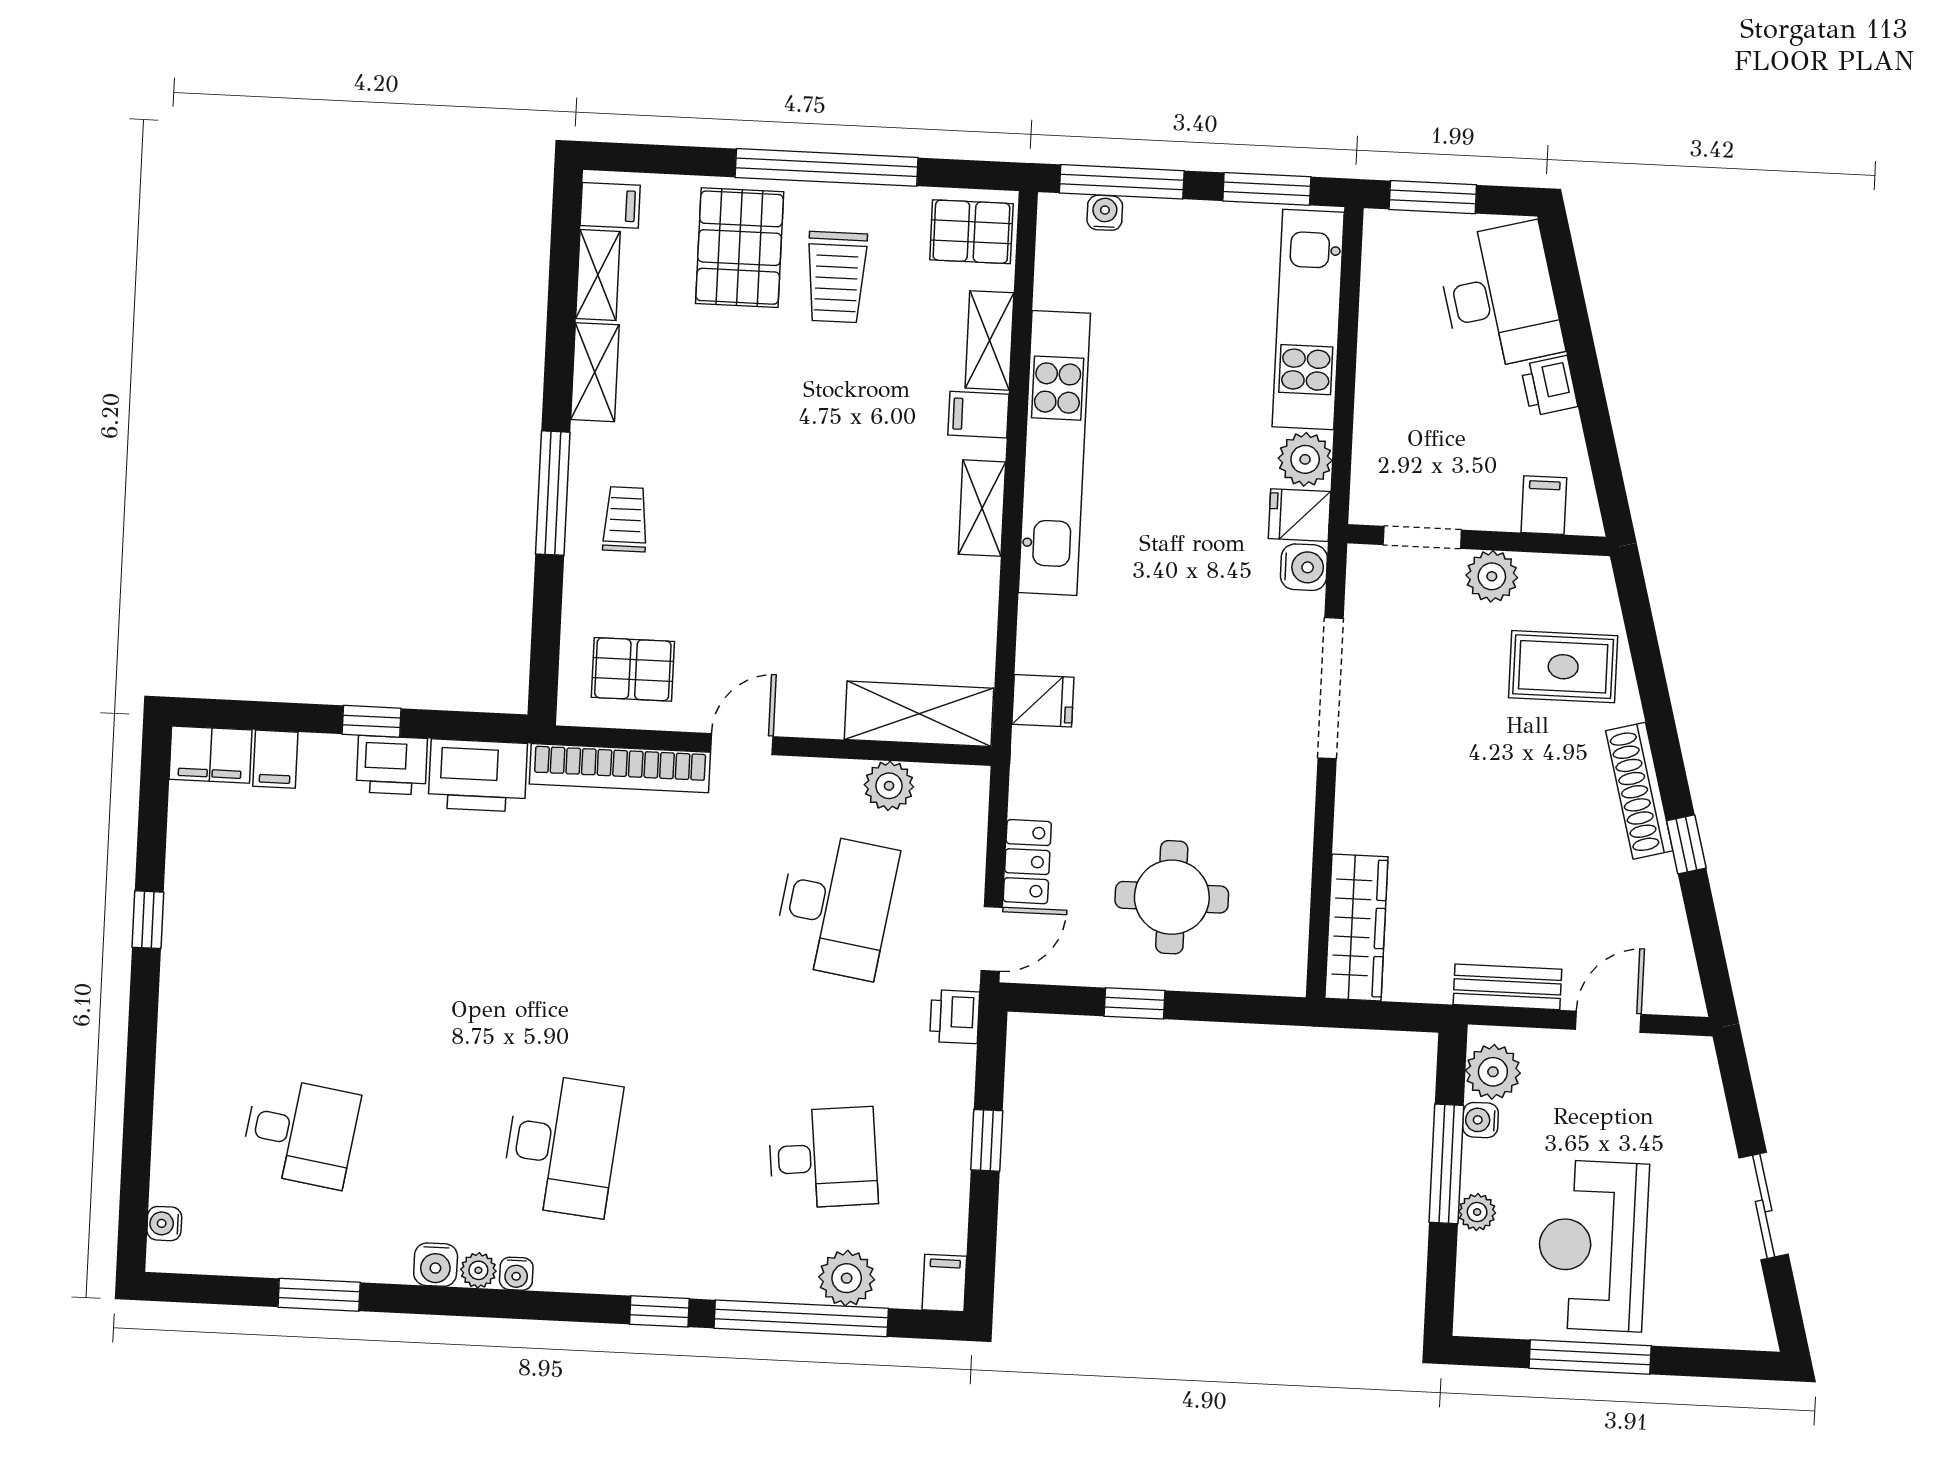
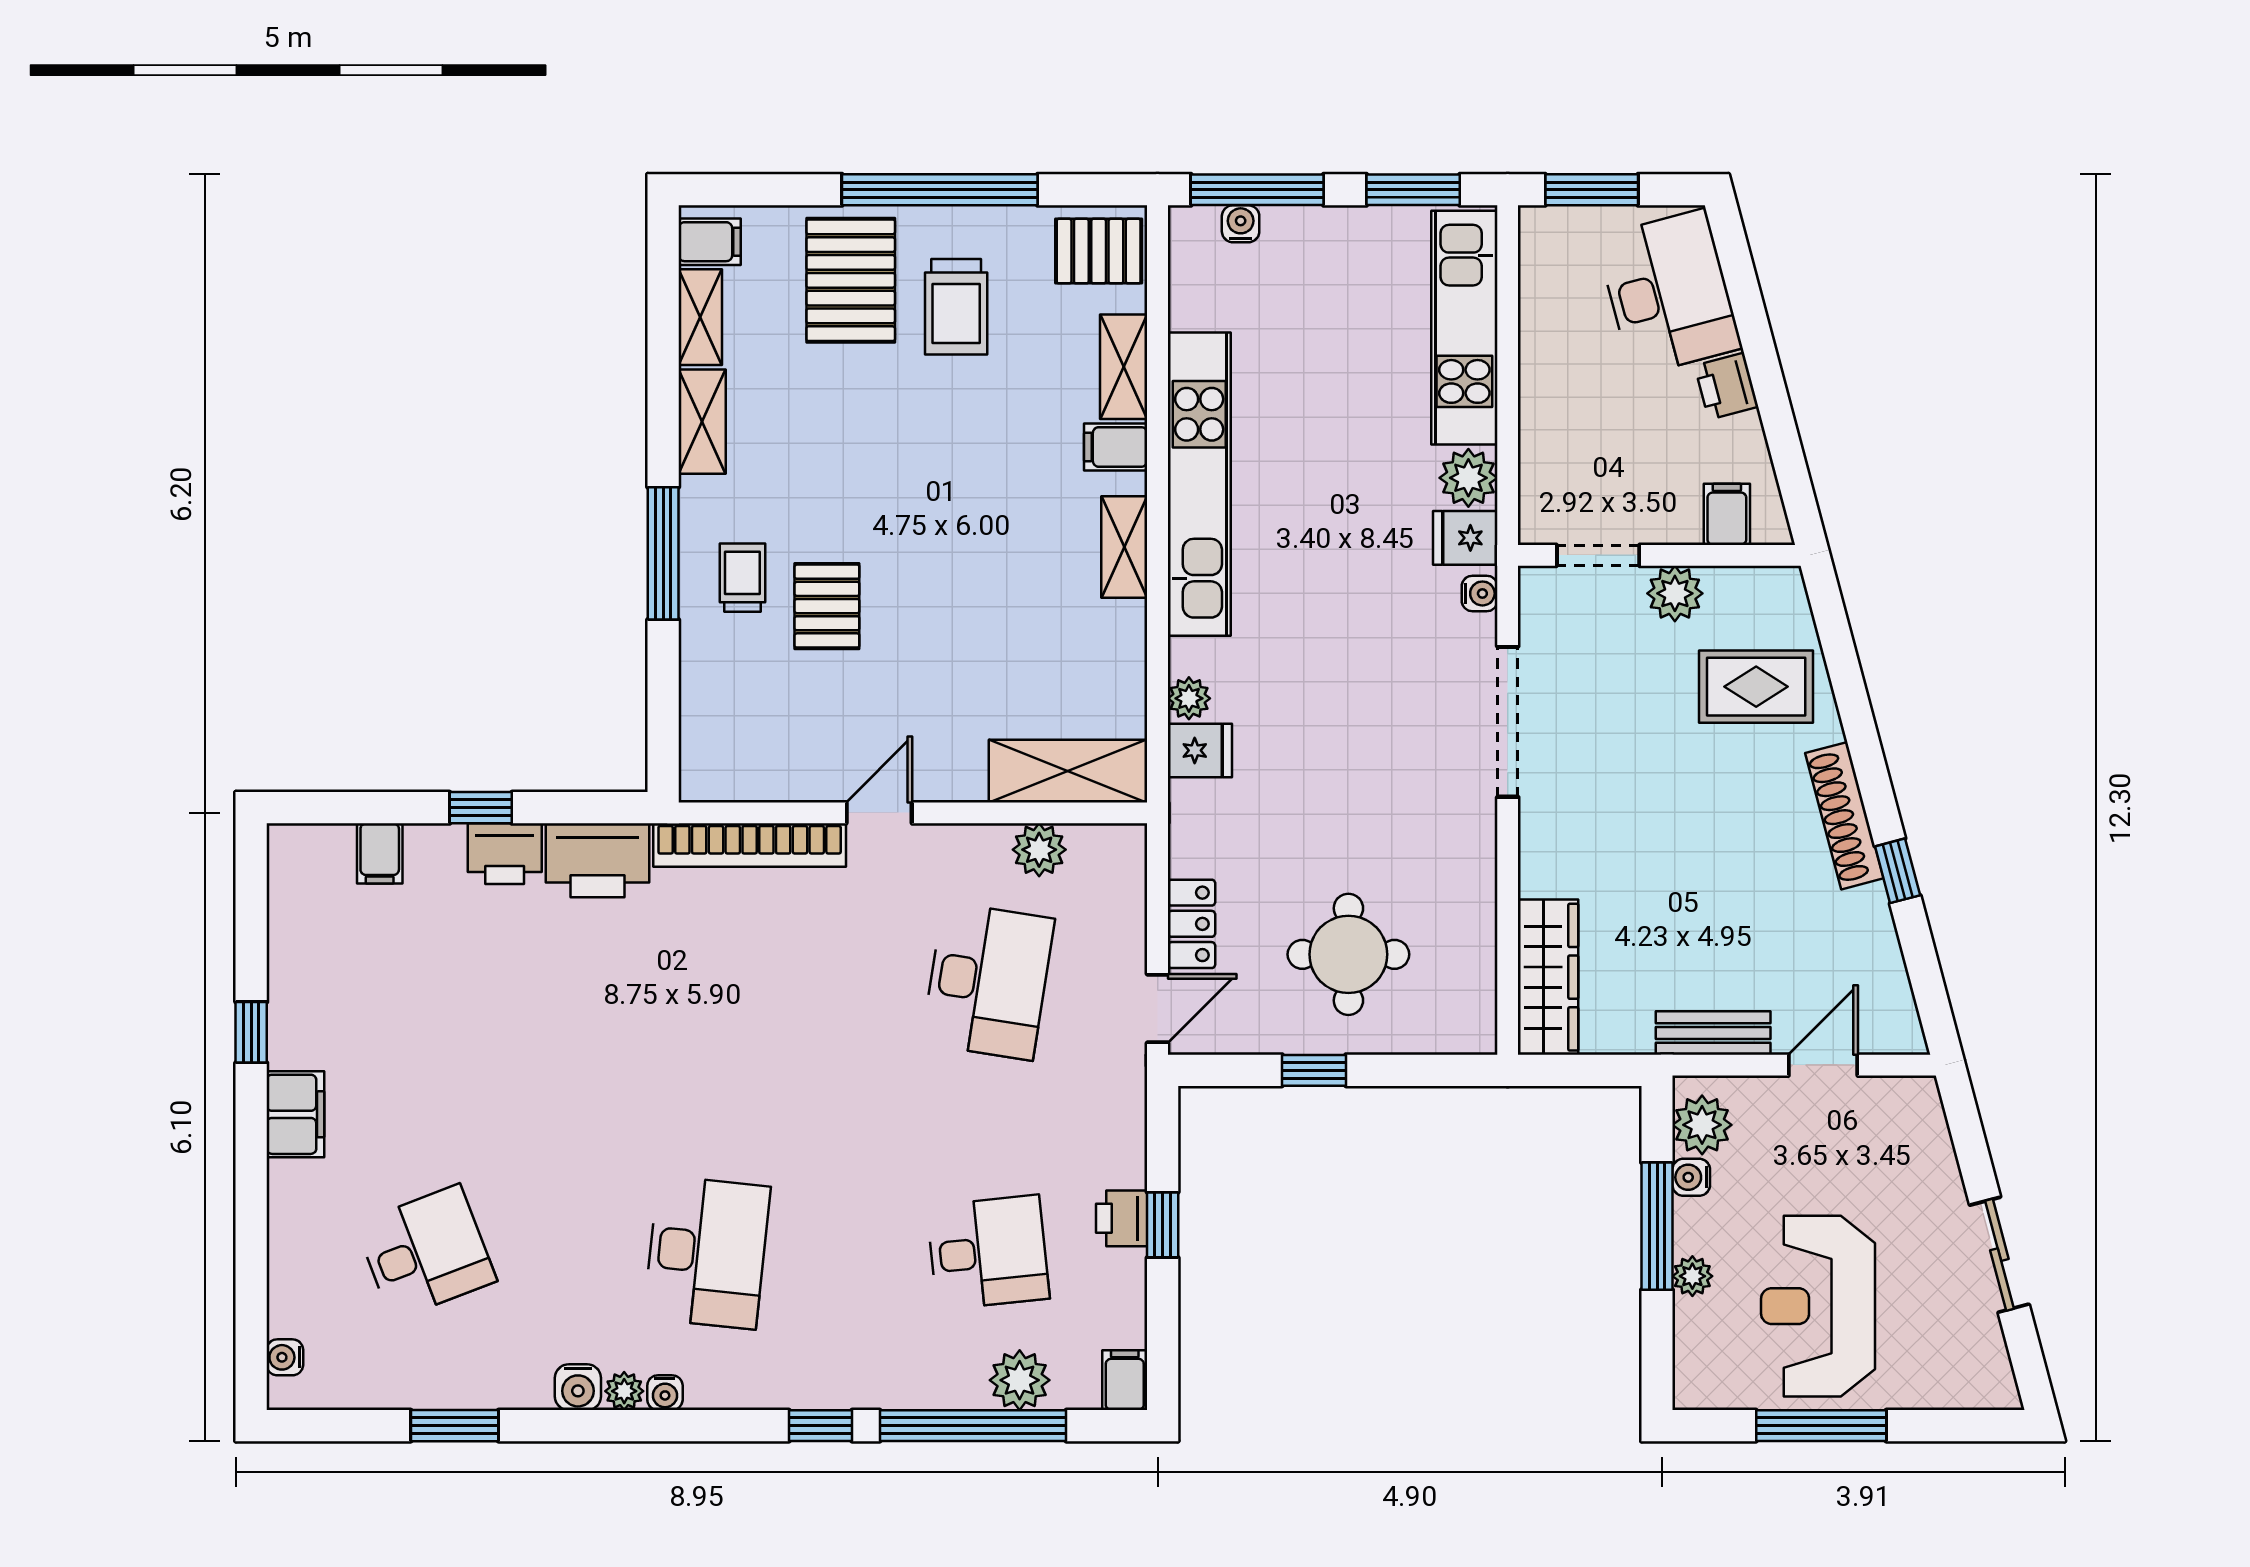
water cooler: (1304, 567) -> (1480, 593), width x0.72, depth x0.72
plant: (1035, 652) -> (1189, 698), added
pallet: (633, 669) -> (827, 606), moved, turned 90
filing cabinet: (210, 755) -> (295, 1114), moved, turned -90
printer: (955, 1017) -> (1122, 1218), moved
desk: (300, 1132) -> (426, 1252), turned -30

